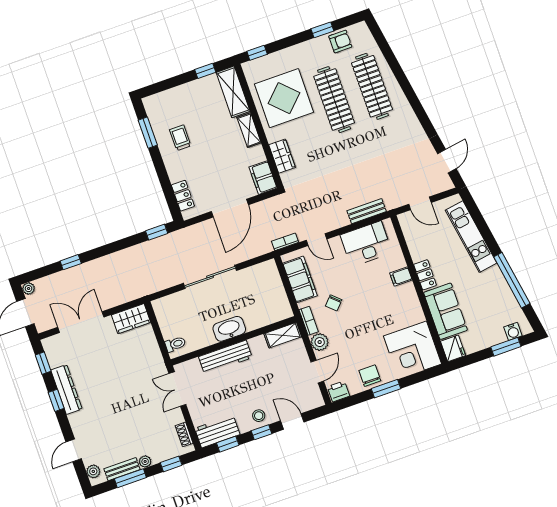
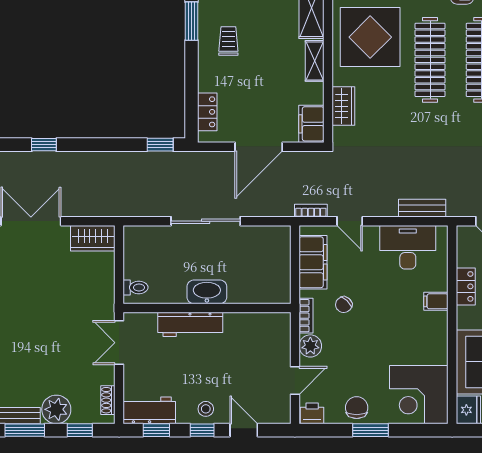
locker: (425, 275) -> (466, 286), moved
shelving: (283, 335) -> (269, 322), removed
plant: (145, 461) -> (56, 409), width x1.88, depth x1.88

